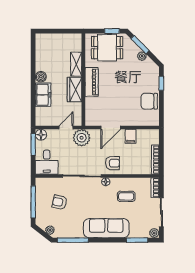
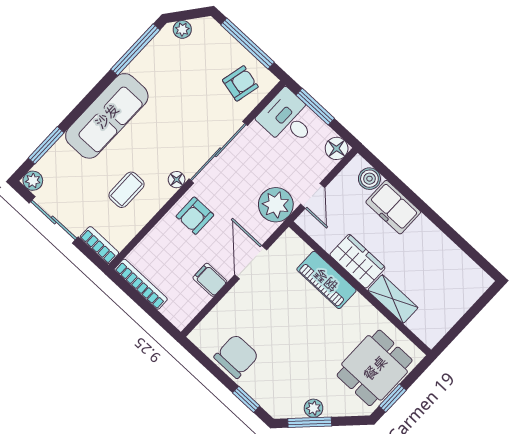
window: (140, 45) -> (310, 422), moved
boiler: (41, 77) -> (369, 179), moved
piano: (92, 82) -> (326, 280), moved
window: (33, 145) -> (315, 107), moved
armchair: (60, 202) -> (240, 83), moved

